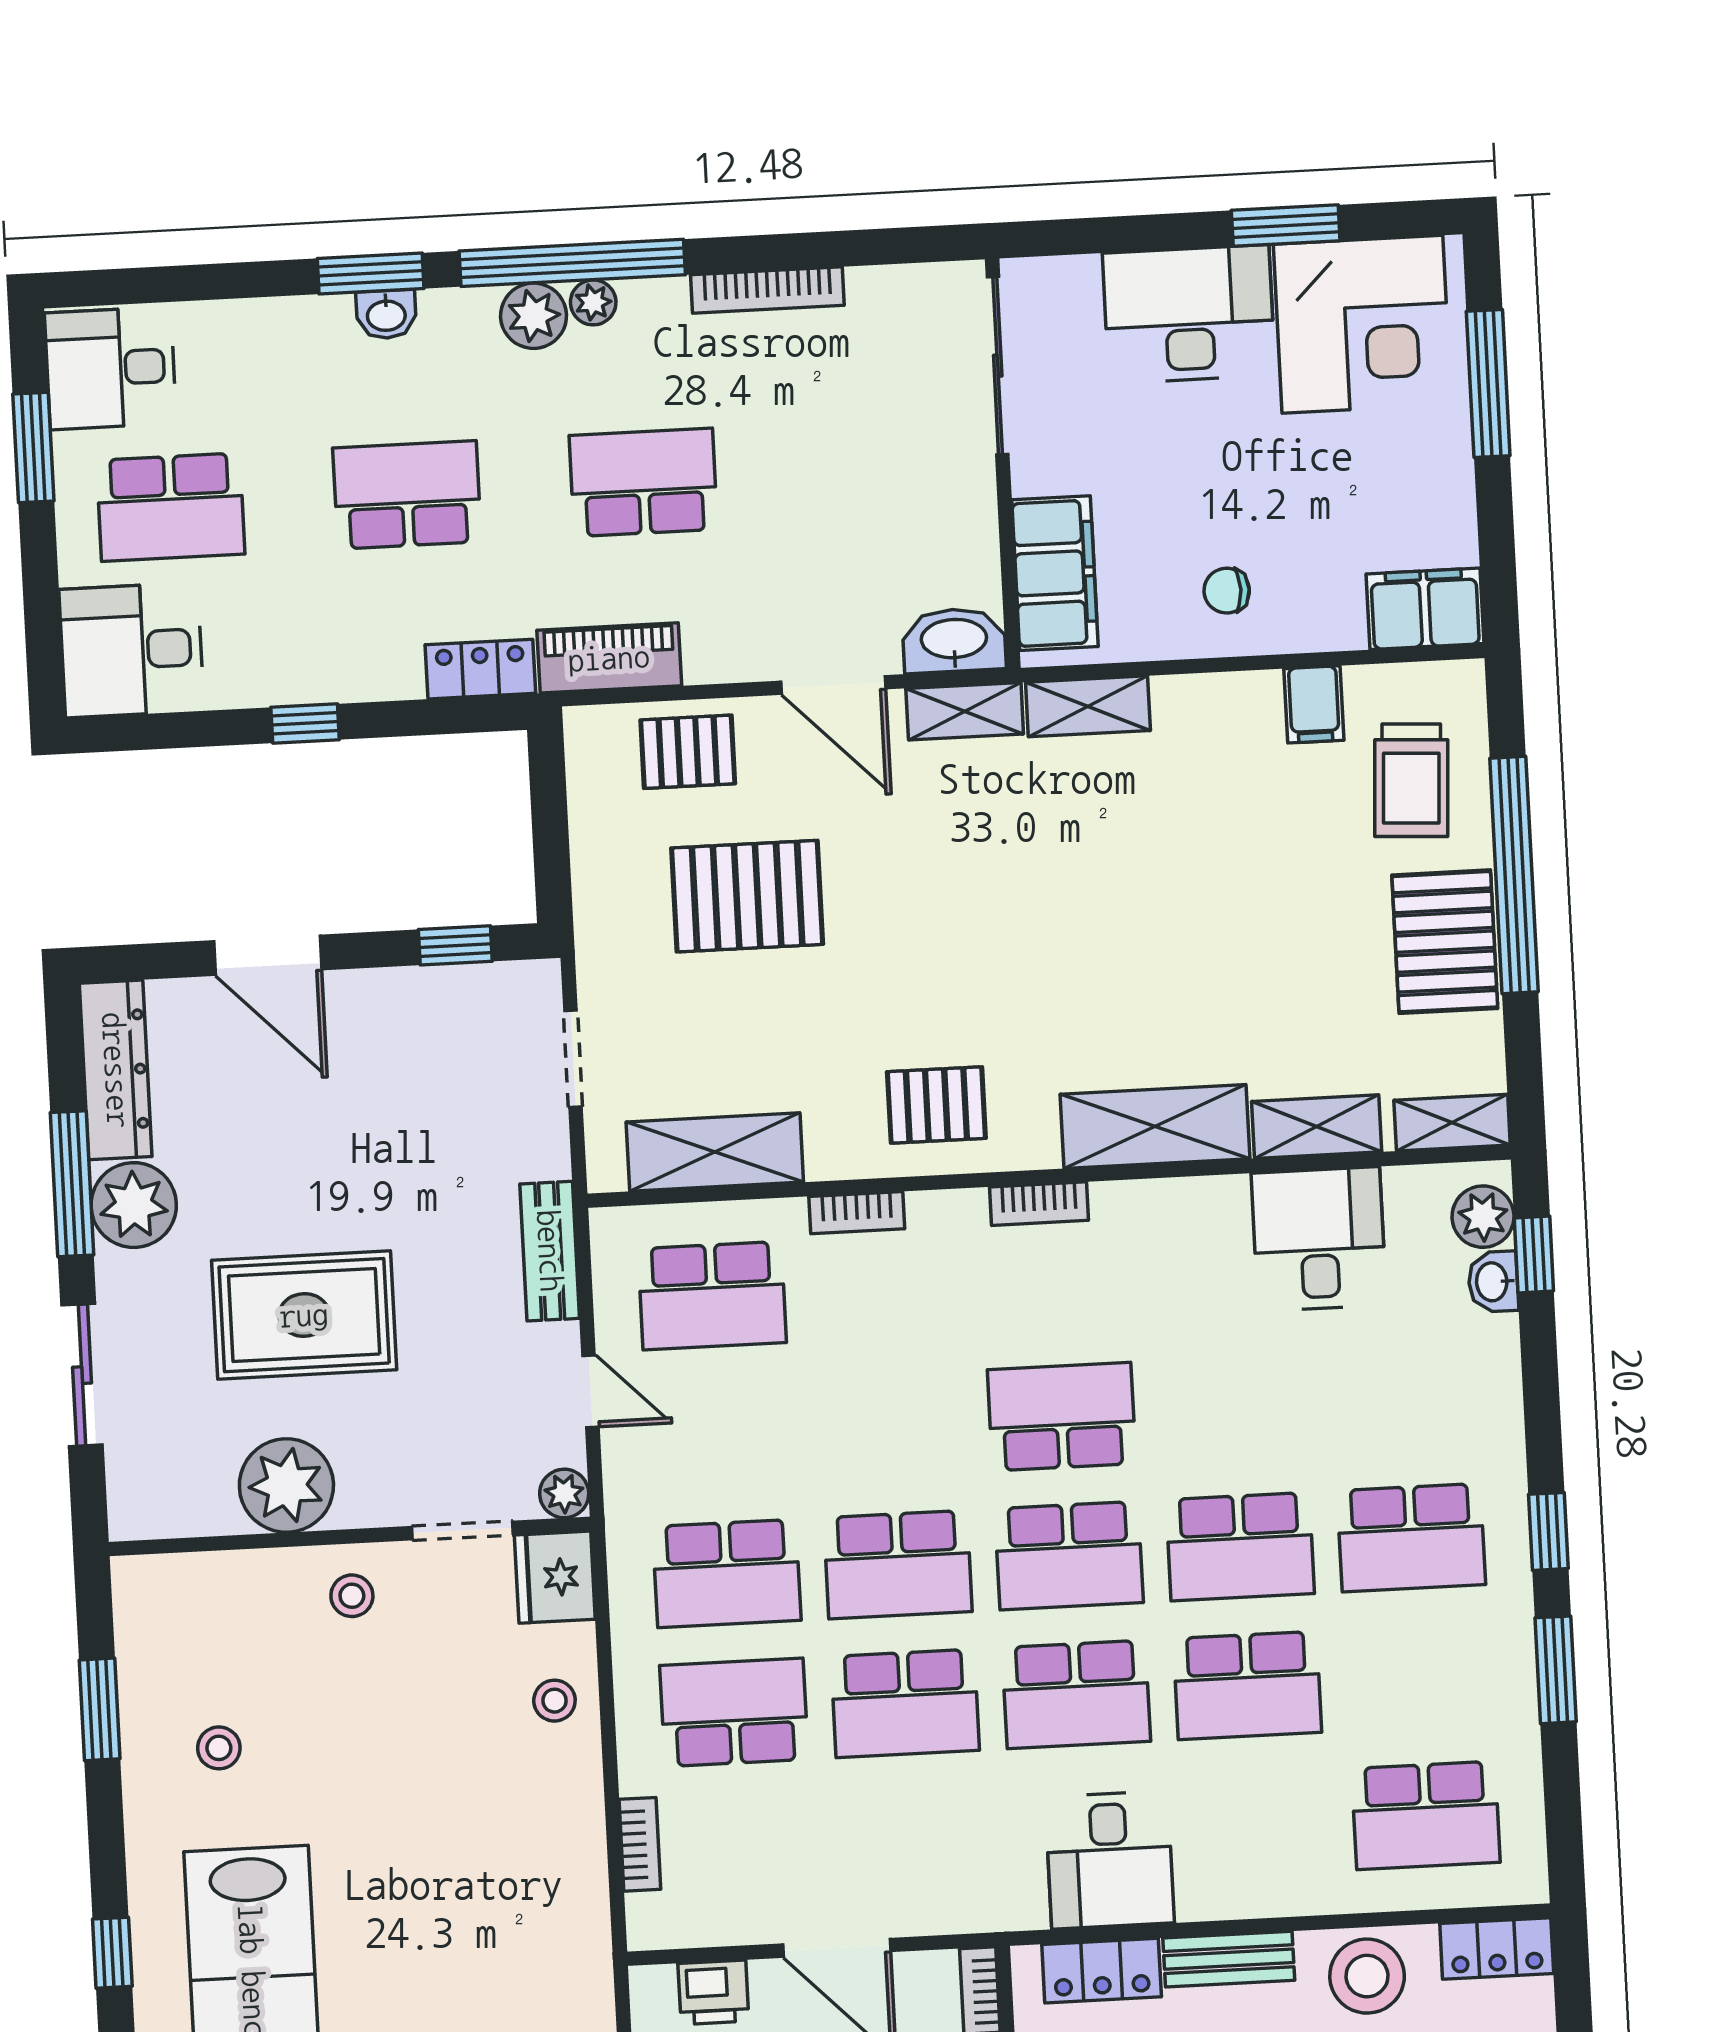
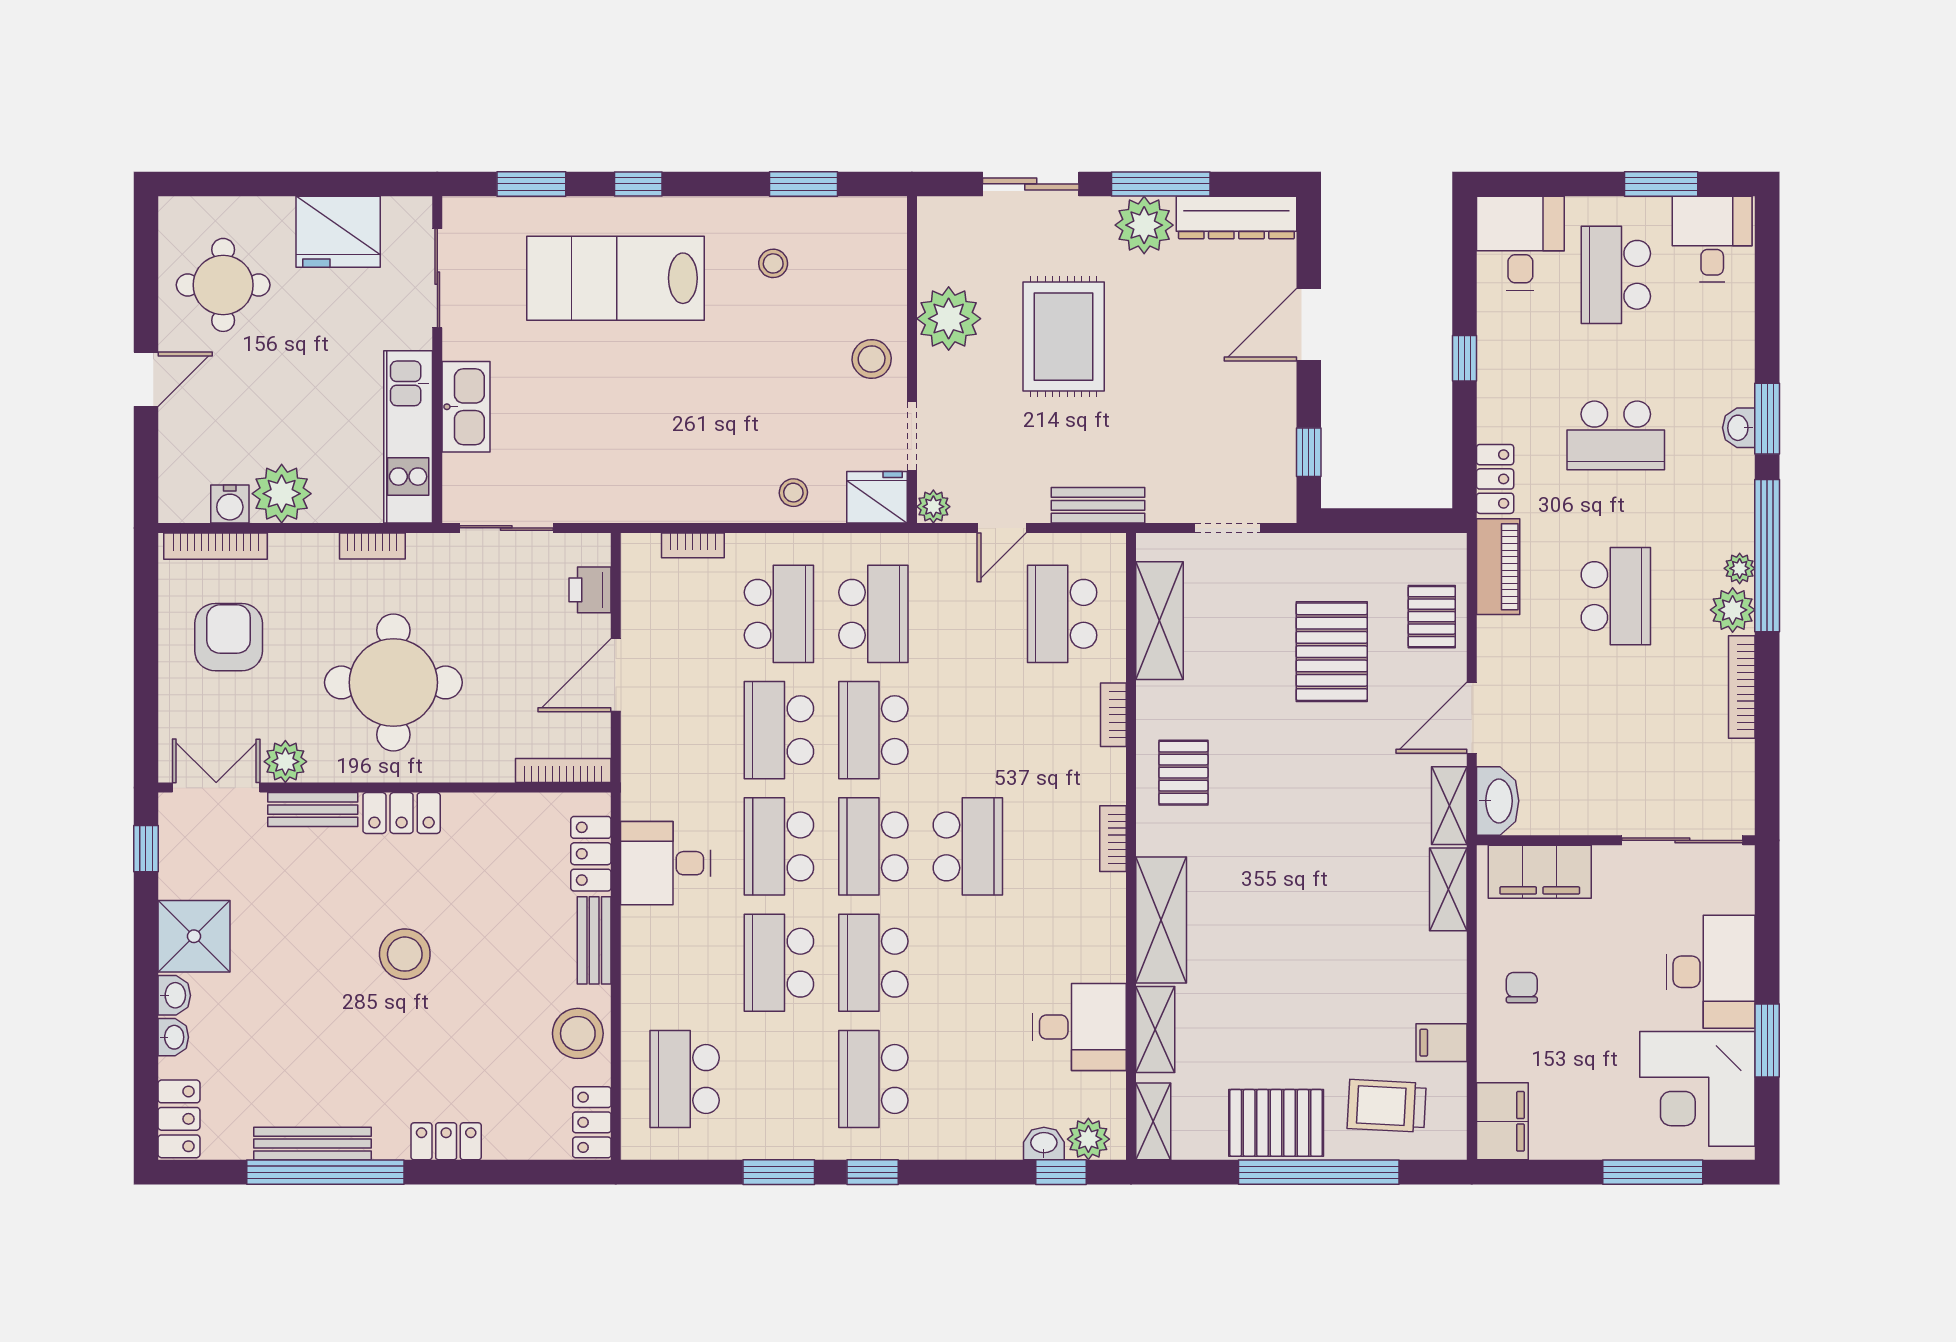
plant: (534, 316) -> (1733, 610), moved
school desk: (407, 495) -> (1616, 435), turned 90
school desk: (727, 1573) -> (873, 614), turned 180
stool: (352, 1596) -> (872, 359), width x1.37, depth x1.37

